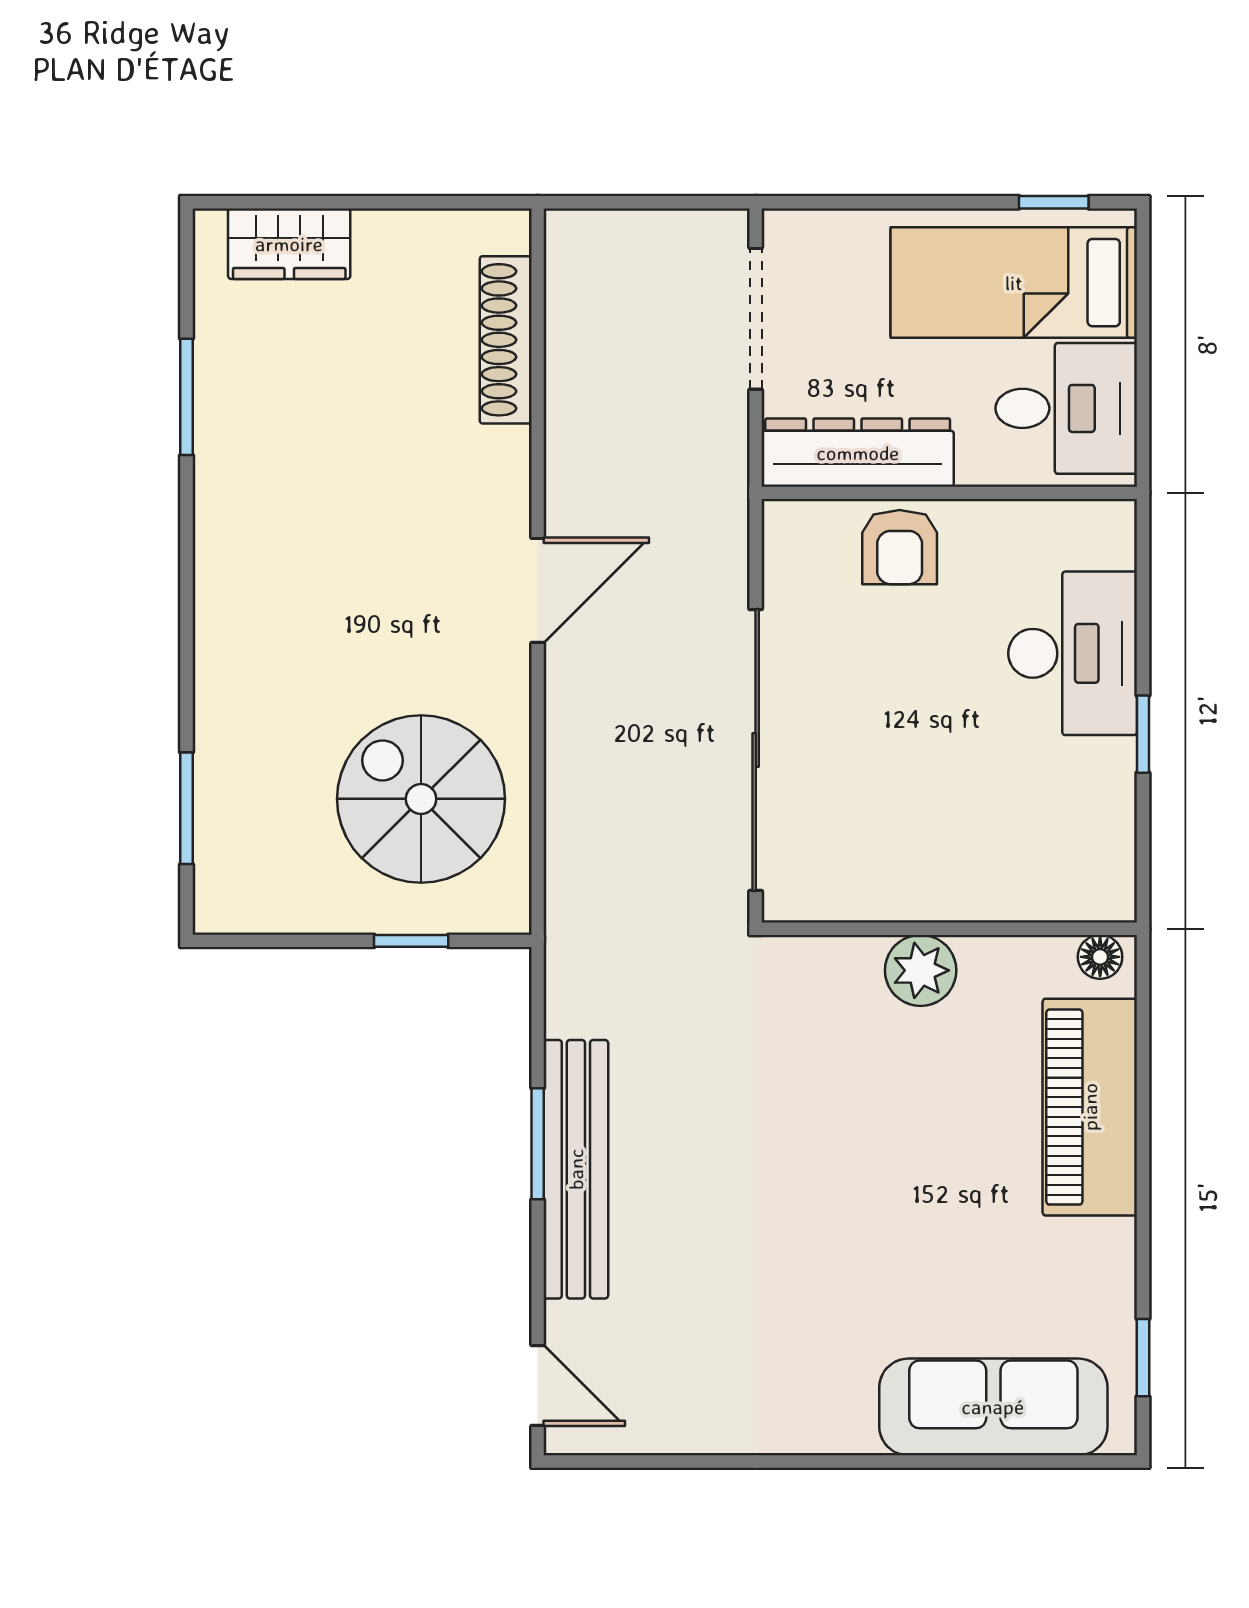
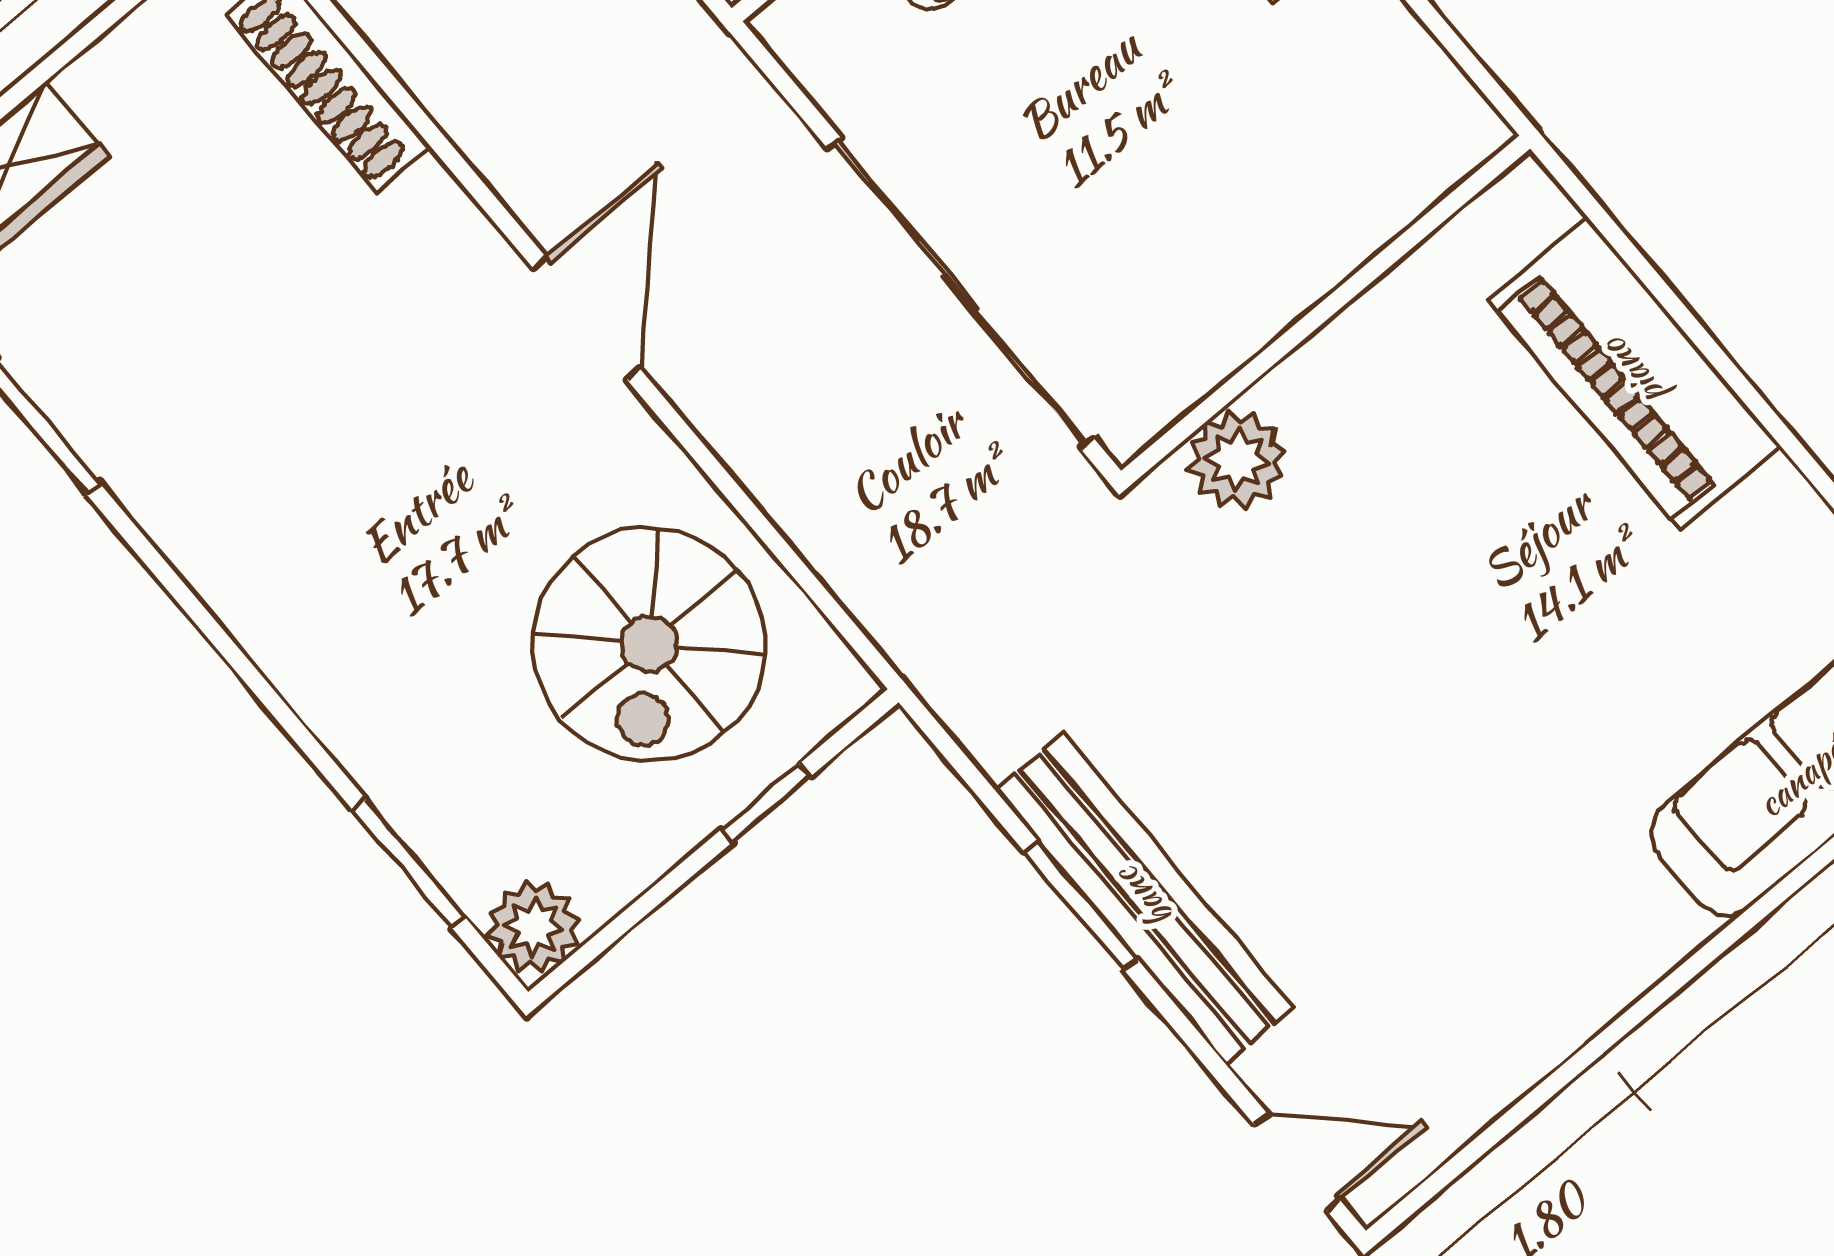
spiral stairs: (421, 799) -> (649, 644), turned -90
plant: (226, 902) -> (534, 927), added
floor lamp: (1100, 957) -> (1511, 205), removed
plant: (921, 970) -> (1237, 460), moved

